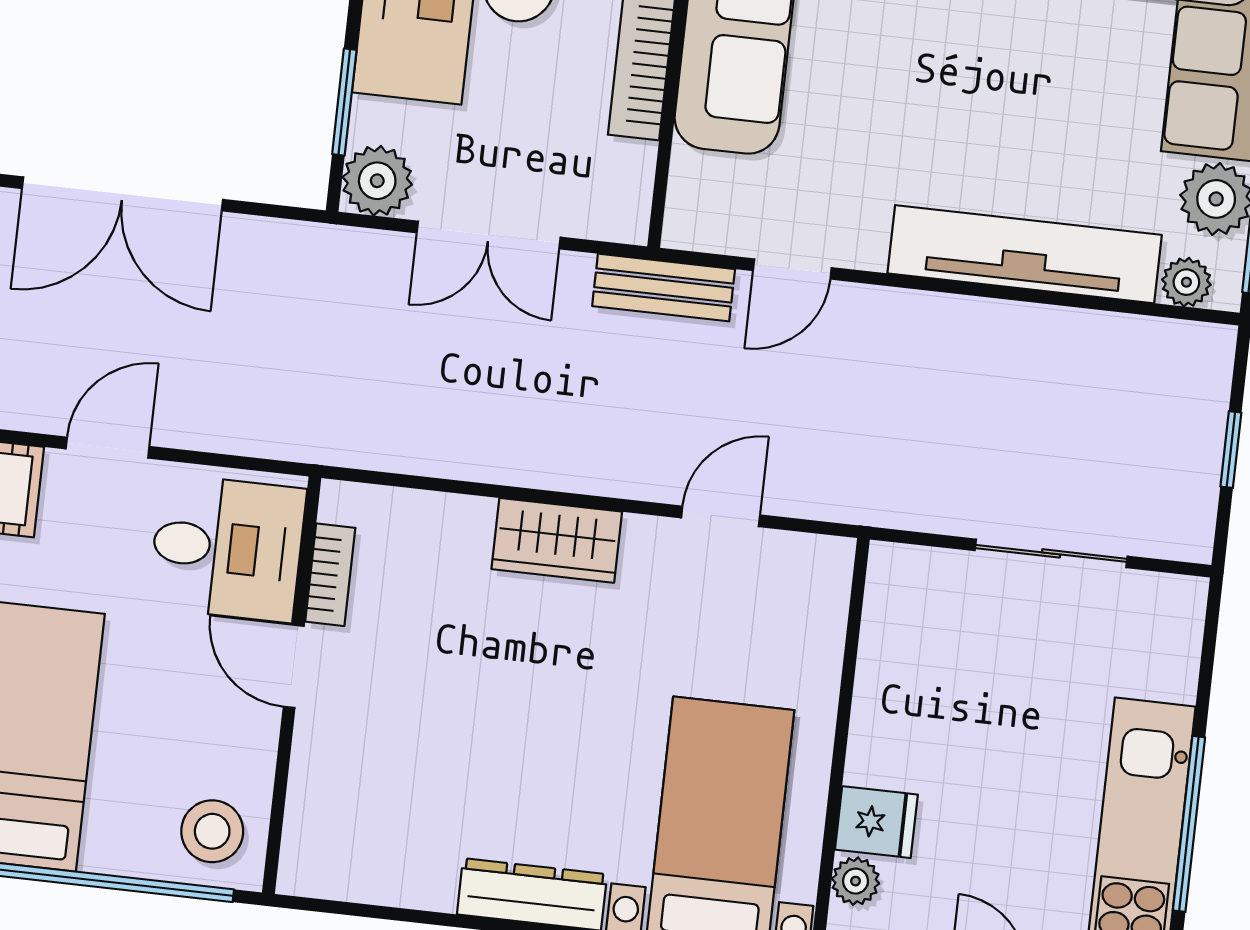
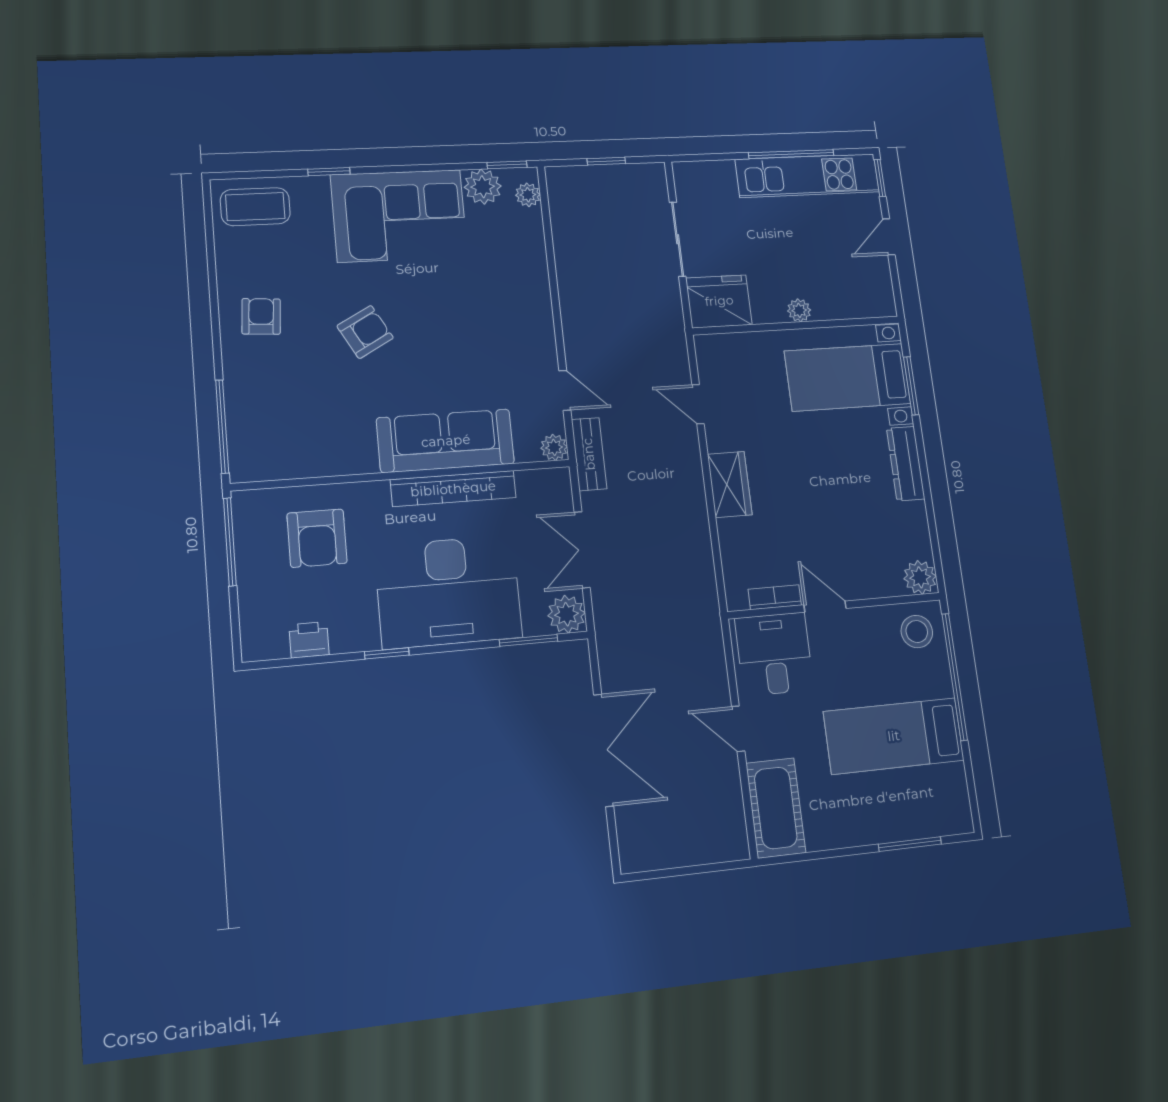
plant: (688, 225) -> (554, 447), added
double door: (489, 235) -> (582, 550), swing flipped
tv unit: (1025, 254) -> (531, 276), removed
door: (294, 666) -> (825, 607), swing flipped
fridge: (876, 822) -> (719, 301), moved, width x1.88, depth x1.34
plant: (311, 865) -> (920, 577), added
plant: (856, 881) -> (799, 310), moved

